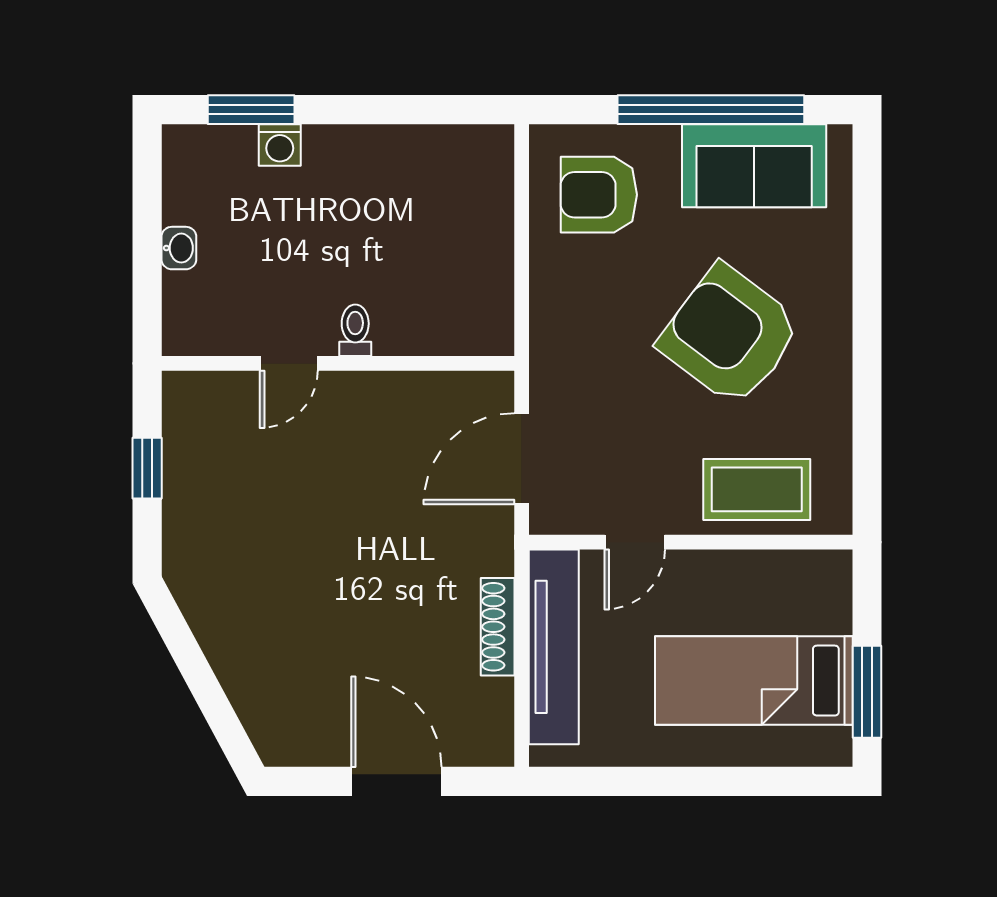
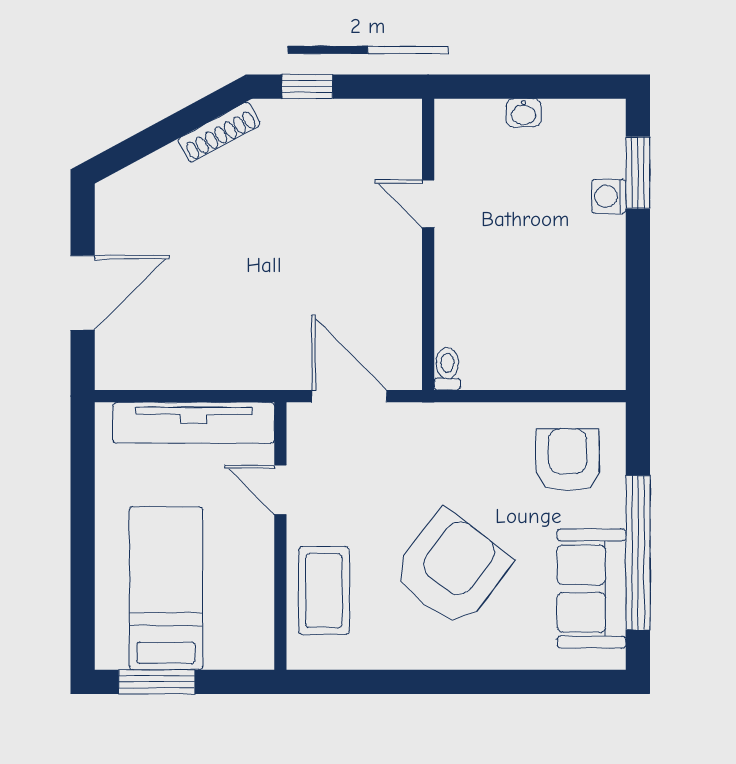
toilet: (355, 330) -> (447, 369), moved, turned -90
window: (147, 468) -> (307, 87), moved
shoe rack: (498, 627) -> (219, 132), moved, turned 152

